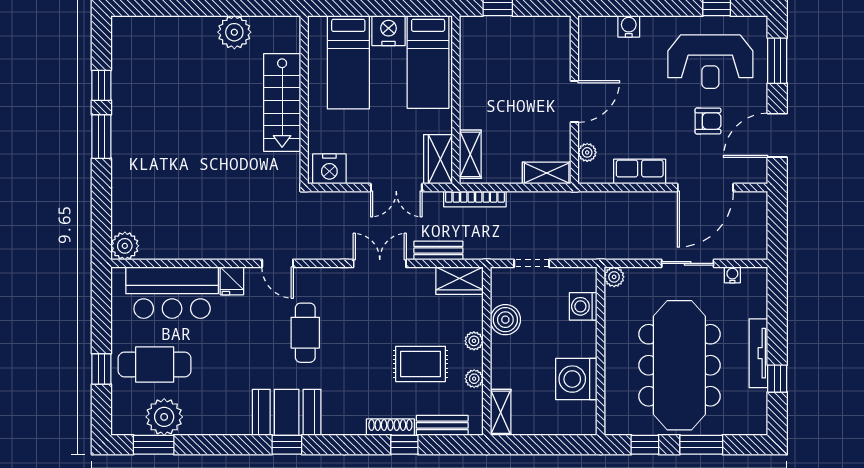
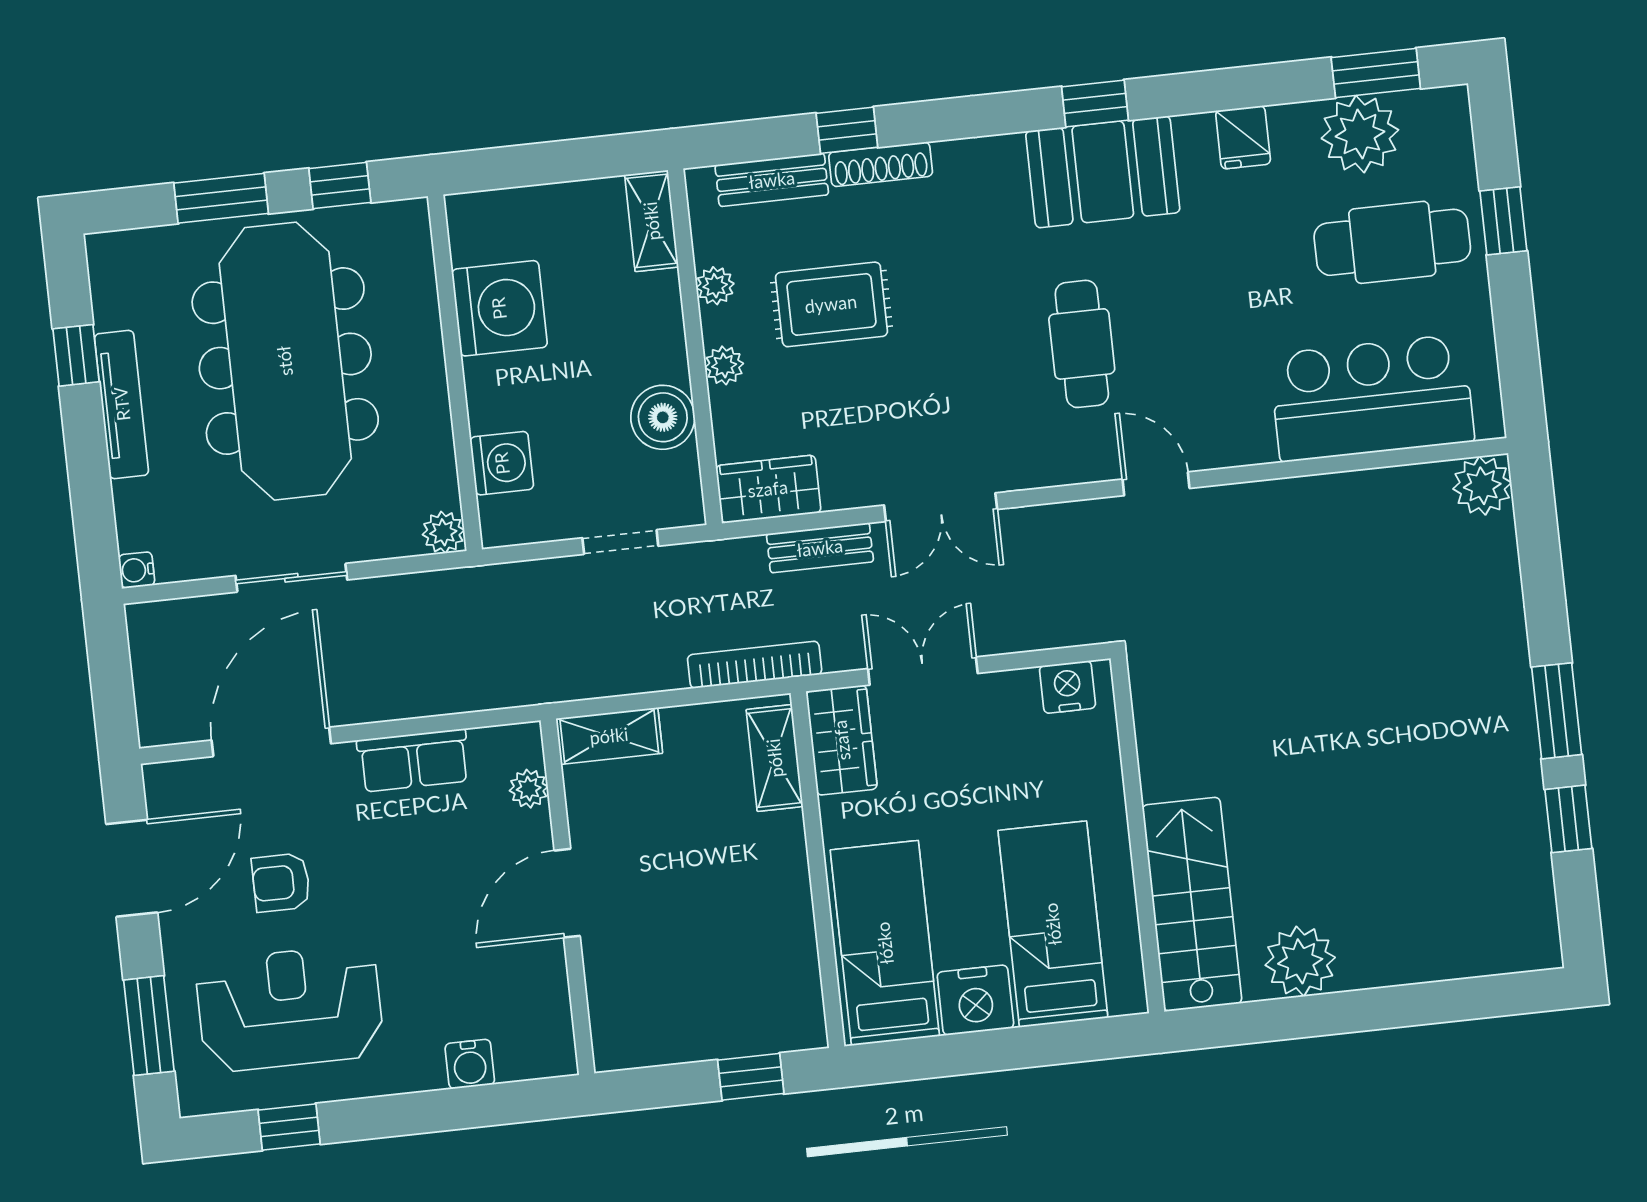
stairs: (282, 102) -> (1192, 904), moved
nightstand: (329, 169) -> (1068, 687), width x0.74, depth x0.75
water cooler: (732, 275) -> (137, 570), moved, turned 90
fridge: (232, 281) -> (1243, 137), moved, turned 180

